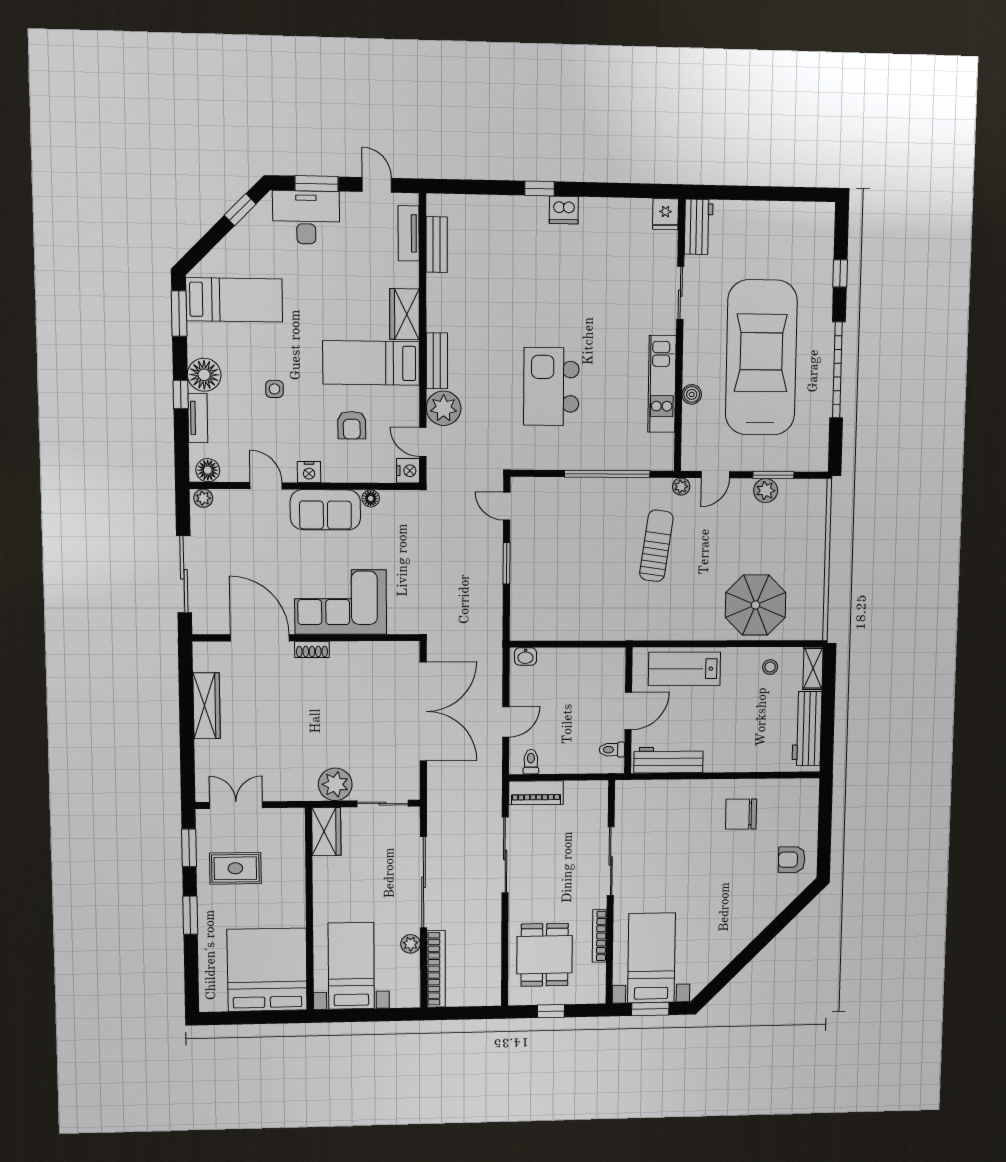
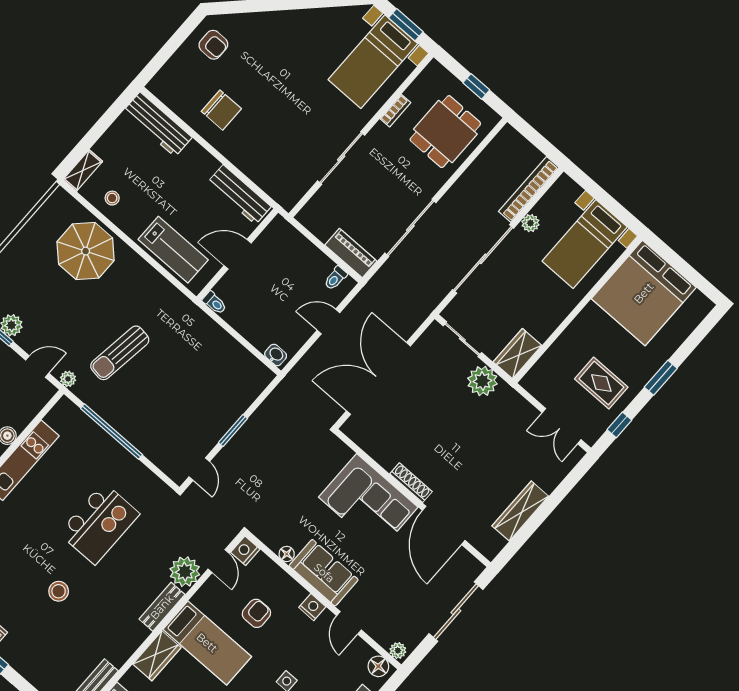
stool: (536, 298) -> (59, 591), added
shoe rack: (312, 649) -> (411, 483), width x1.43
workbench: (807, 729) -> (157, 124), moved, turned 90
toilet: (612, 750) -> (215, 303), moved
window: (189, 848) -> (619, 425), width x0.67
bookcase: (600, 936) -> (395, 111), width x0.64

